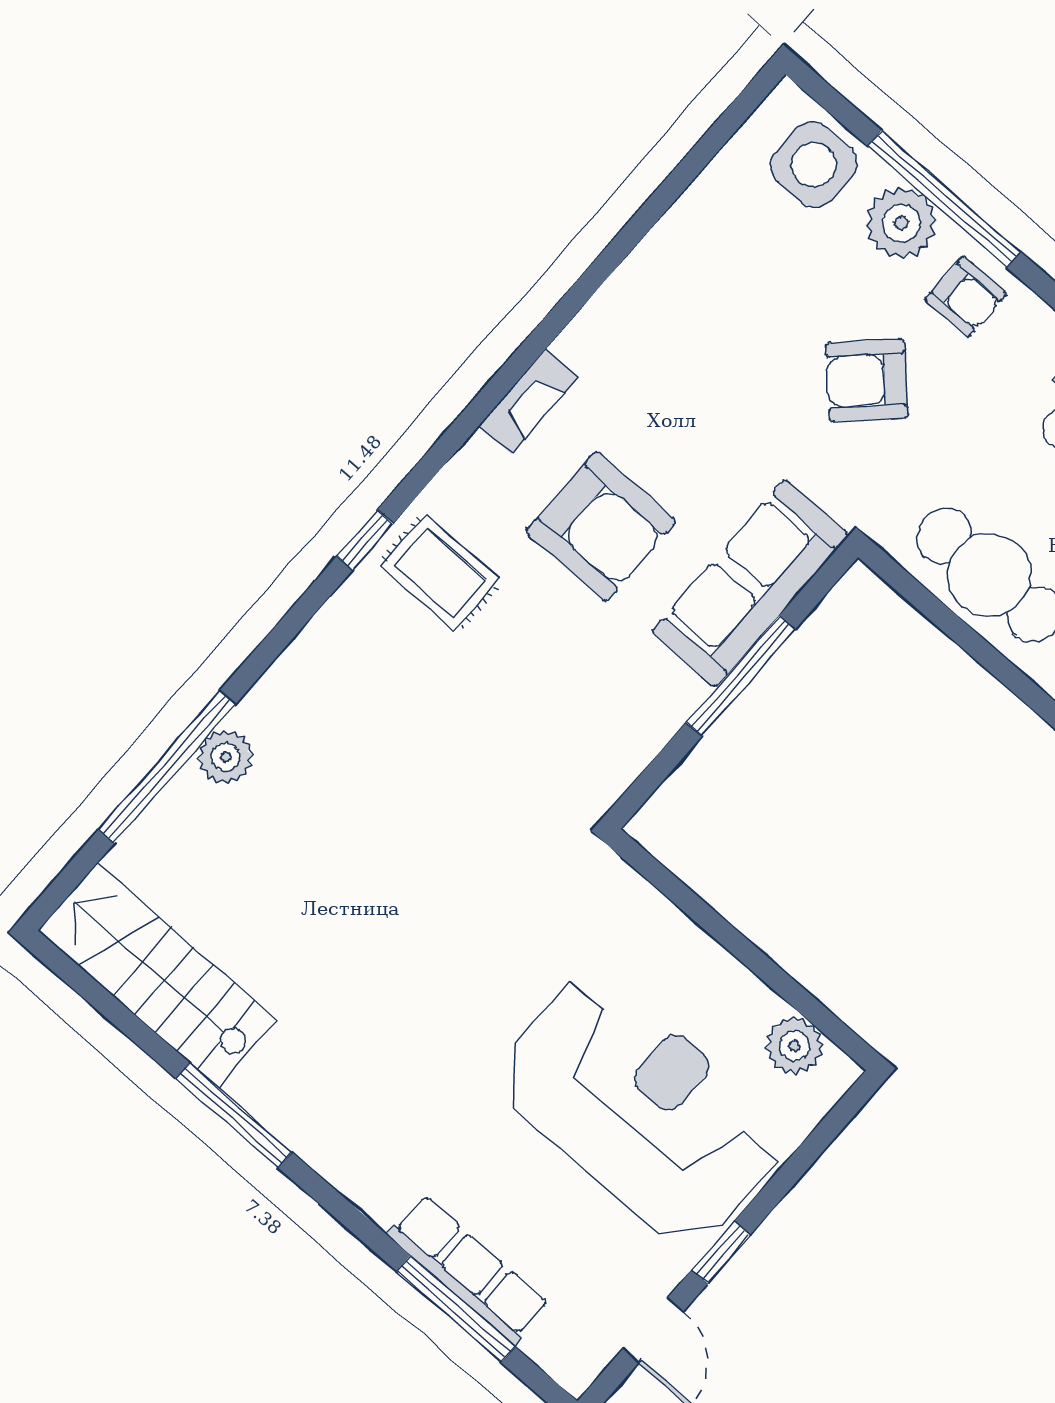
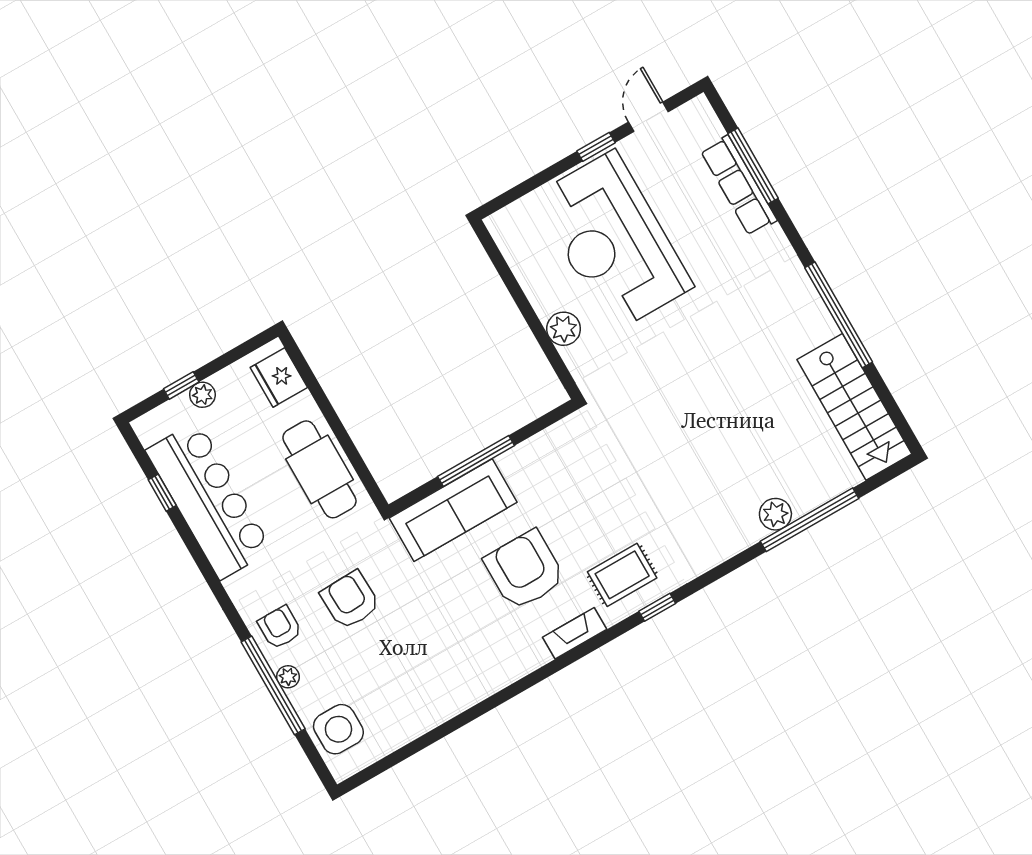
plant: (901, 223) -> (288, 677), width x0.53, depth x0.53
armchair: (867, 380) -> (350, 600), turned -138
fireplace: (529, 401) -> (575, 633), moved
rug: (440, 573) -> (622, 575), turned 90
plant: (794, 1046) -> (564, 329), moved
window: (234, 1115) -> (839, 315), width x1.46

